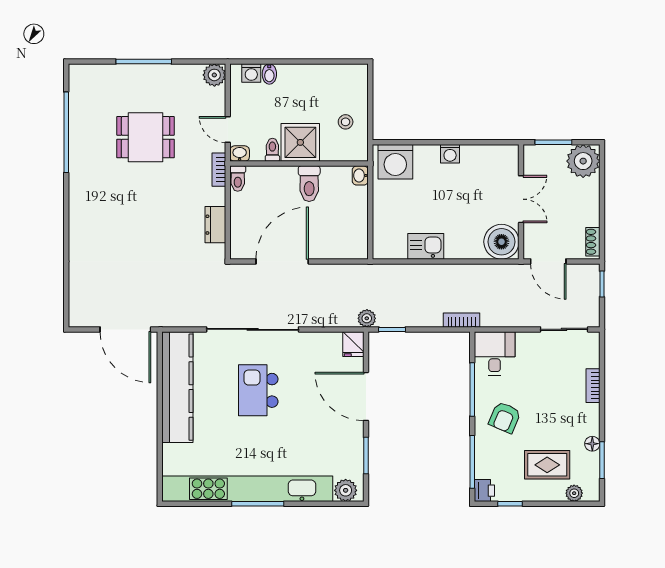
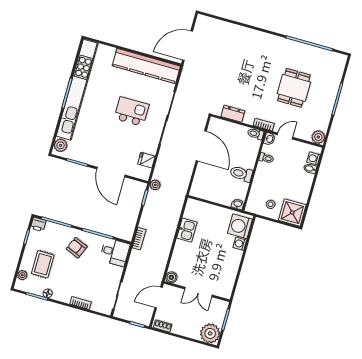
shower: (300, 142) -> (292, 213), moved
washing machine: (450, 154) -> (240, 244), moved
boiler: (501, 242) -> (171, 277), width x0.54, depth x0.54
fridge: (353, 344) -> (146, 160), moved
door: (366, 396) -> (111, 172), swing flipped

